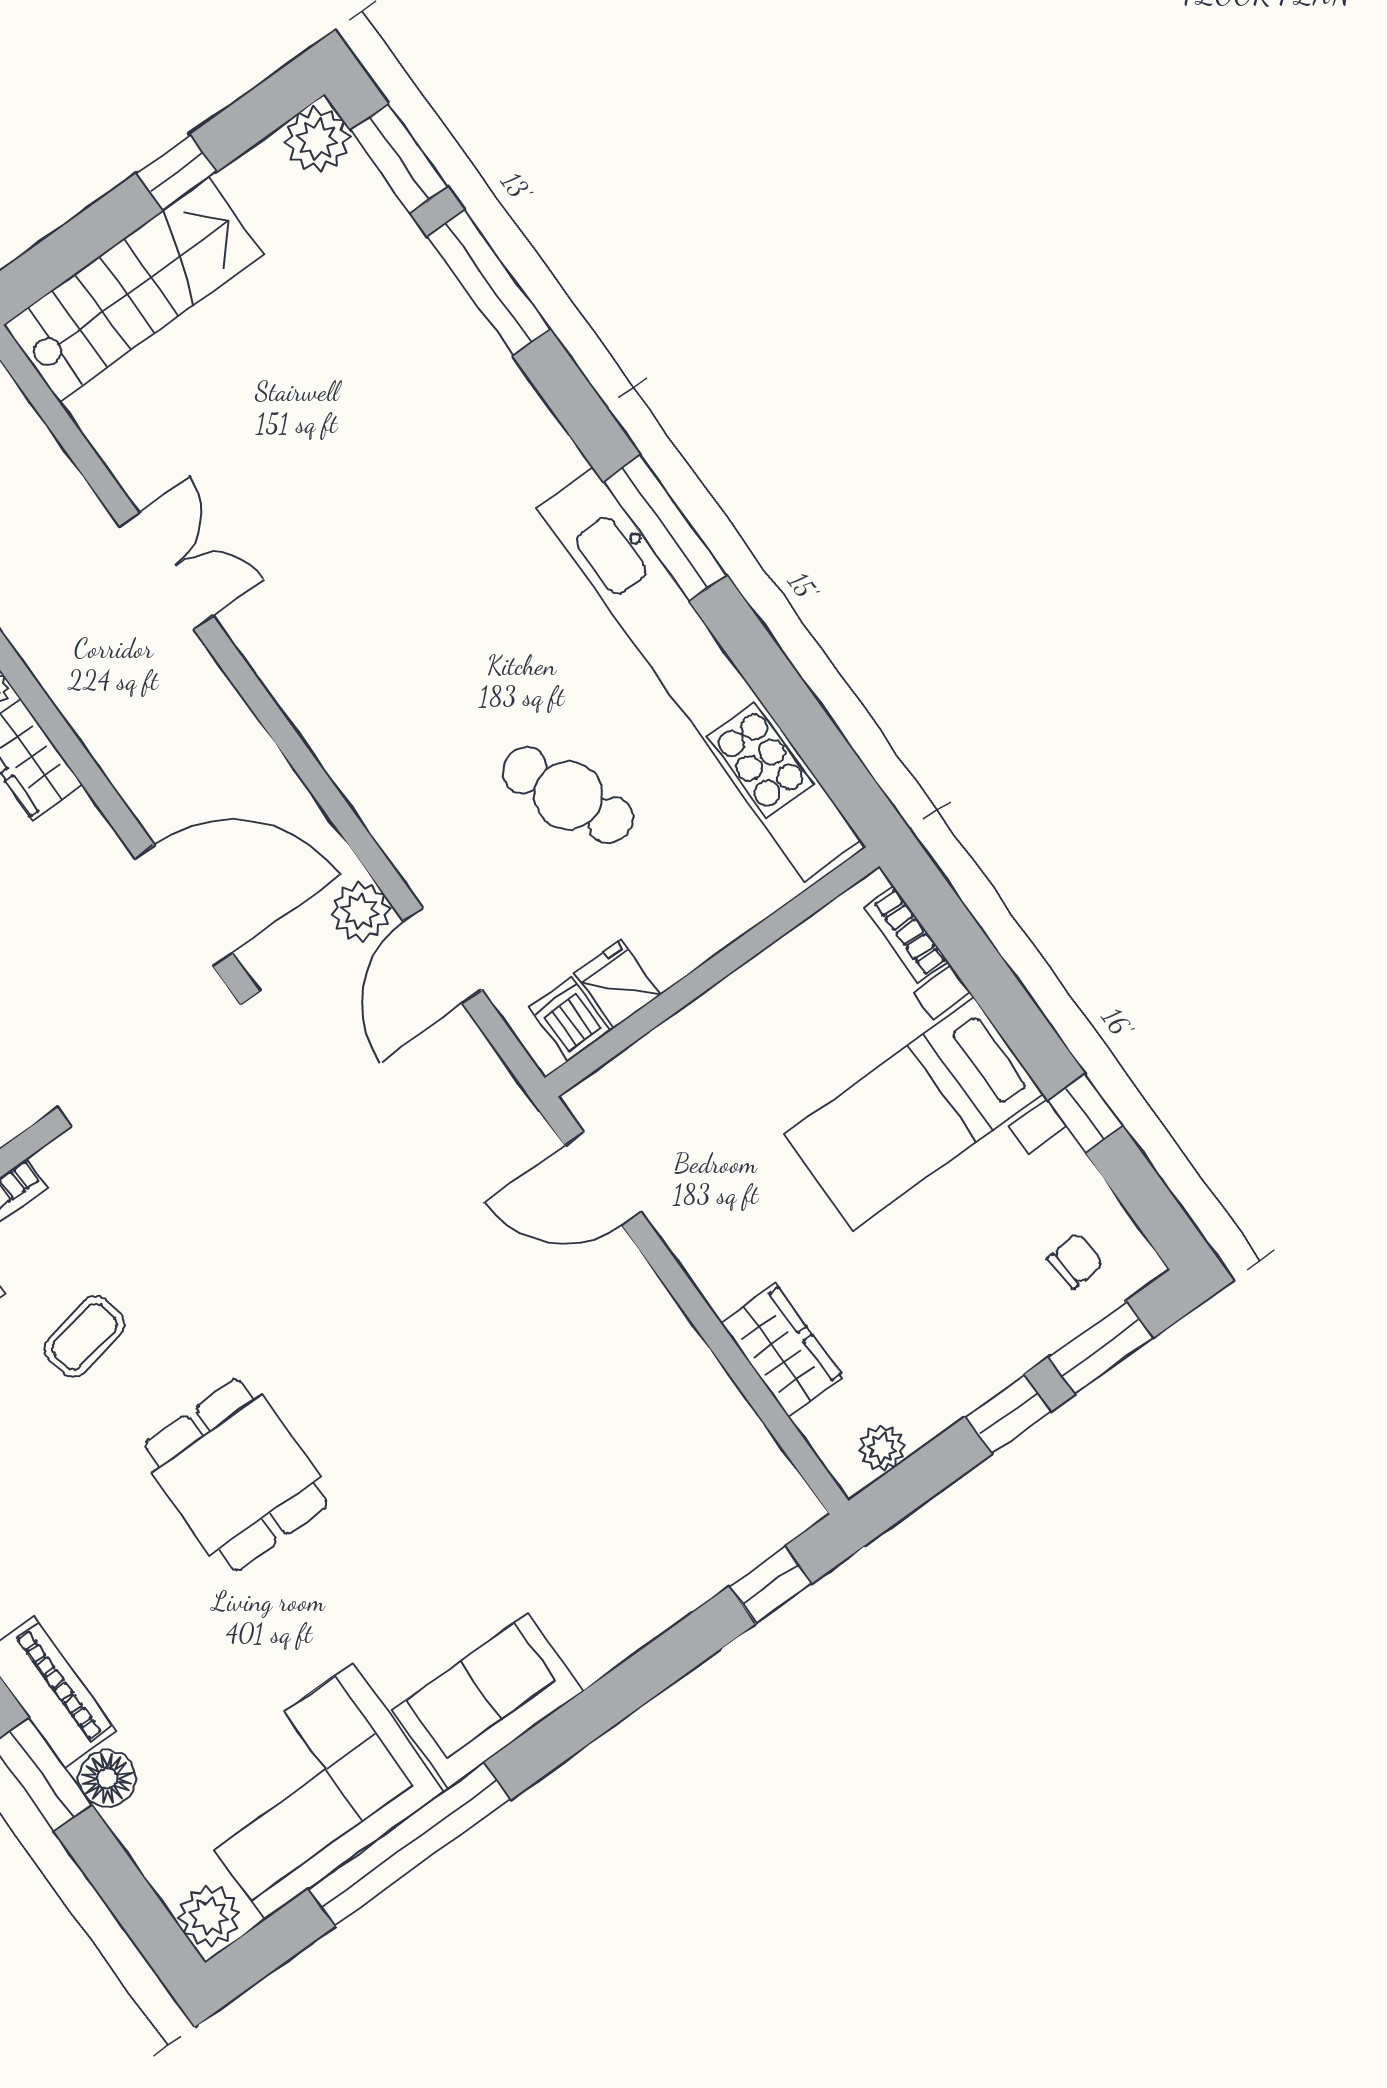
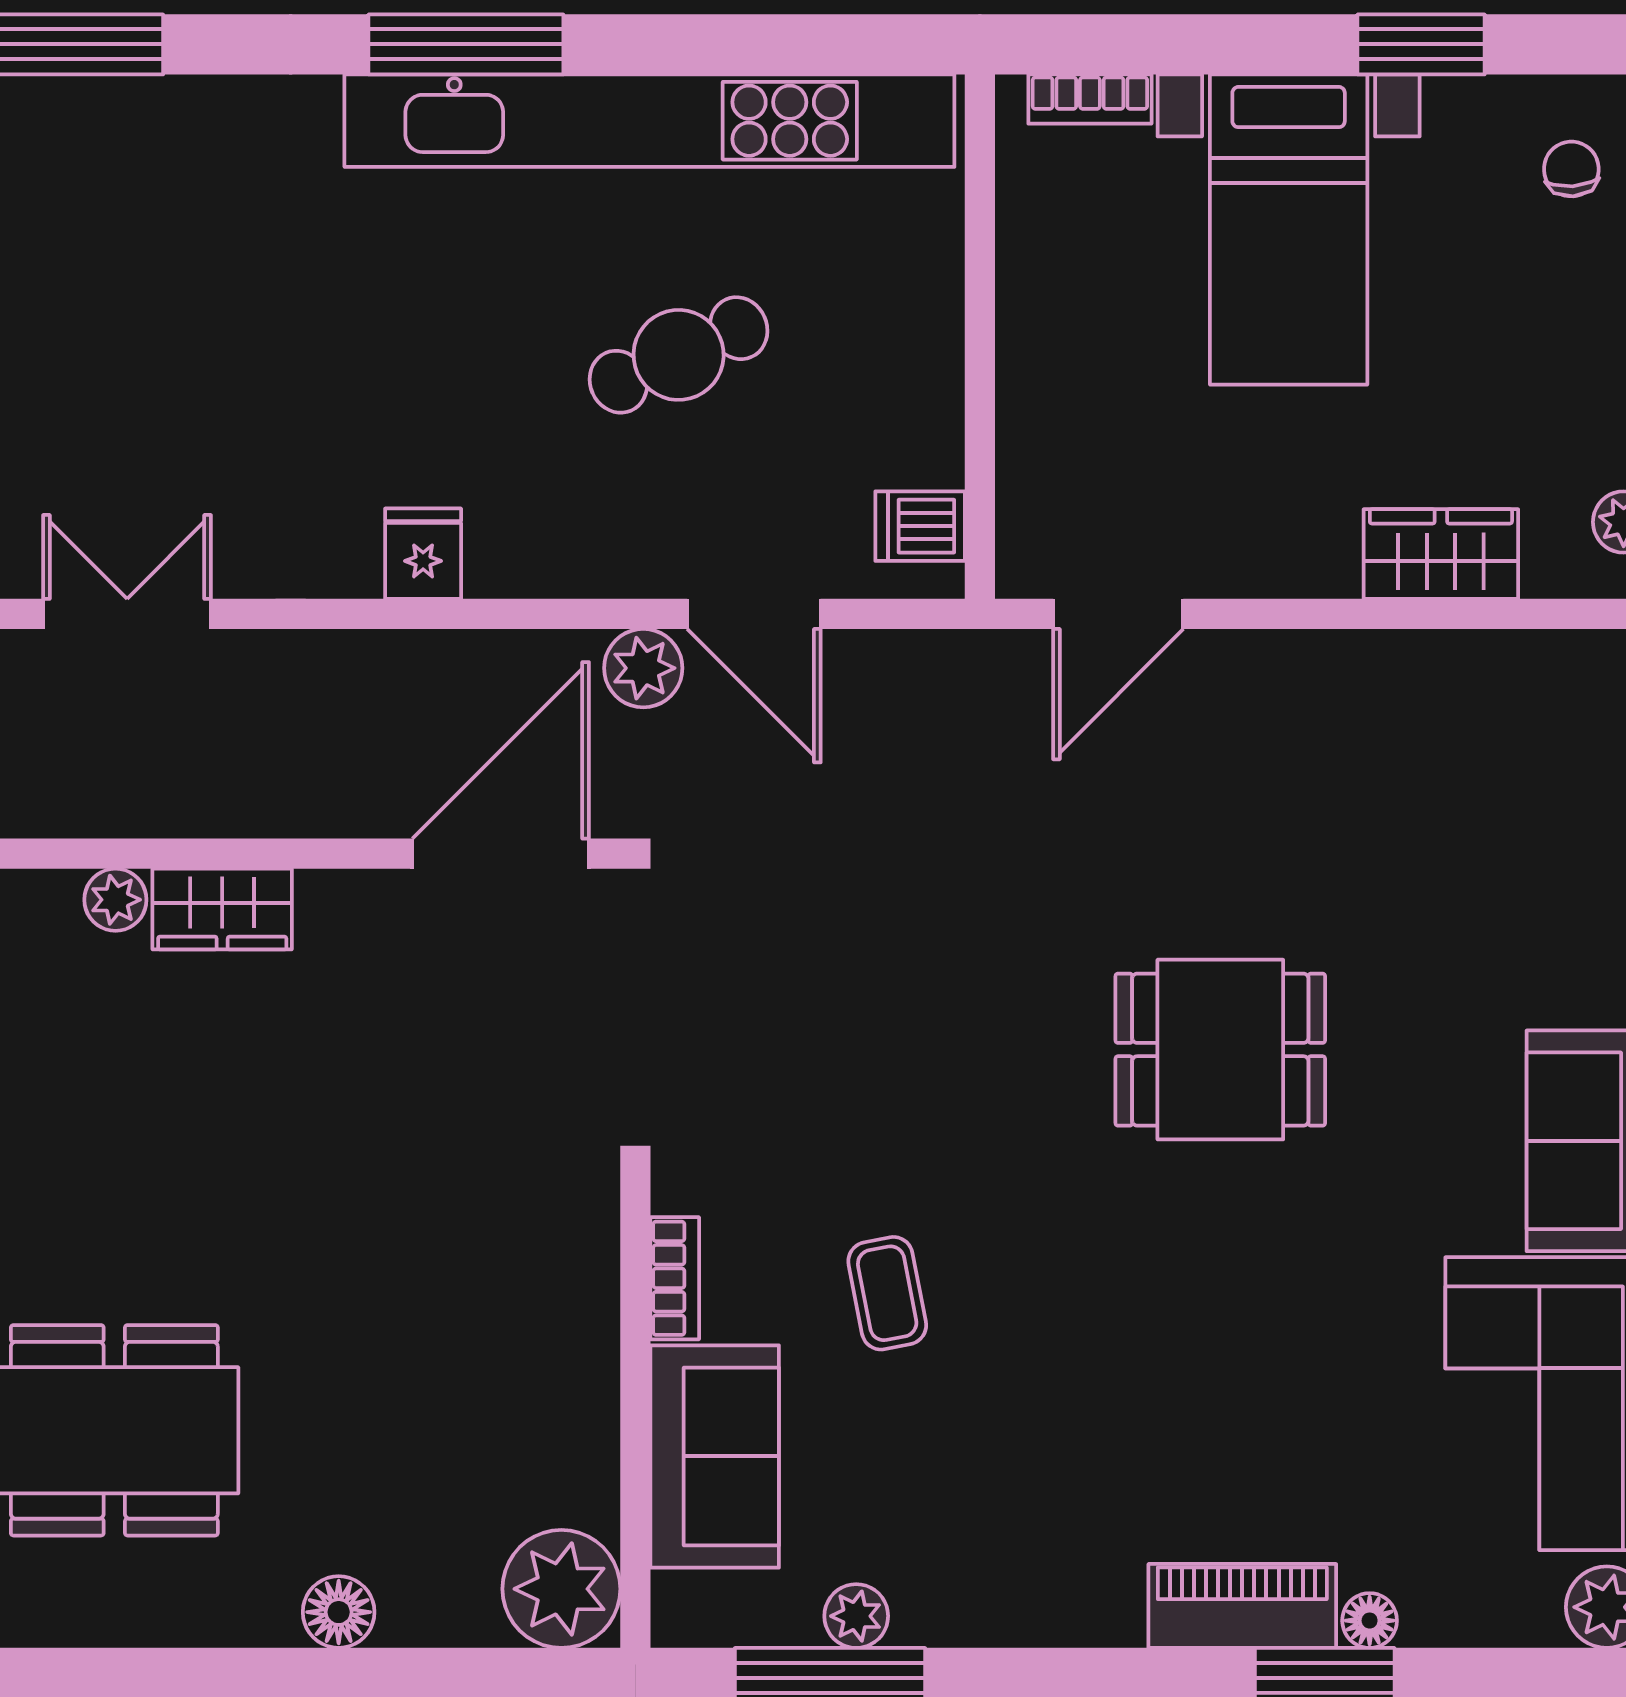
fridge: (618, 984) -> (423, 554), moved, turned 90
window: (1086, 1114) -> (1421, 44), width x1.50
dining table: (236, 1475) -> (1220, 1050), moved
floor lamp: (107, 1778) -> (1370, 1621), width x0.73, depth x0.73

